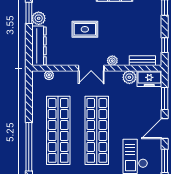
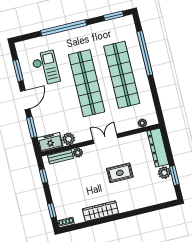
plant: (112, 61) -> (78, 153), moved

